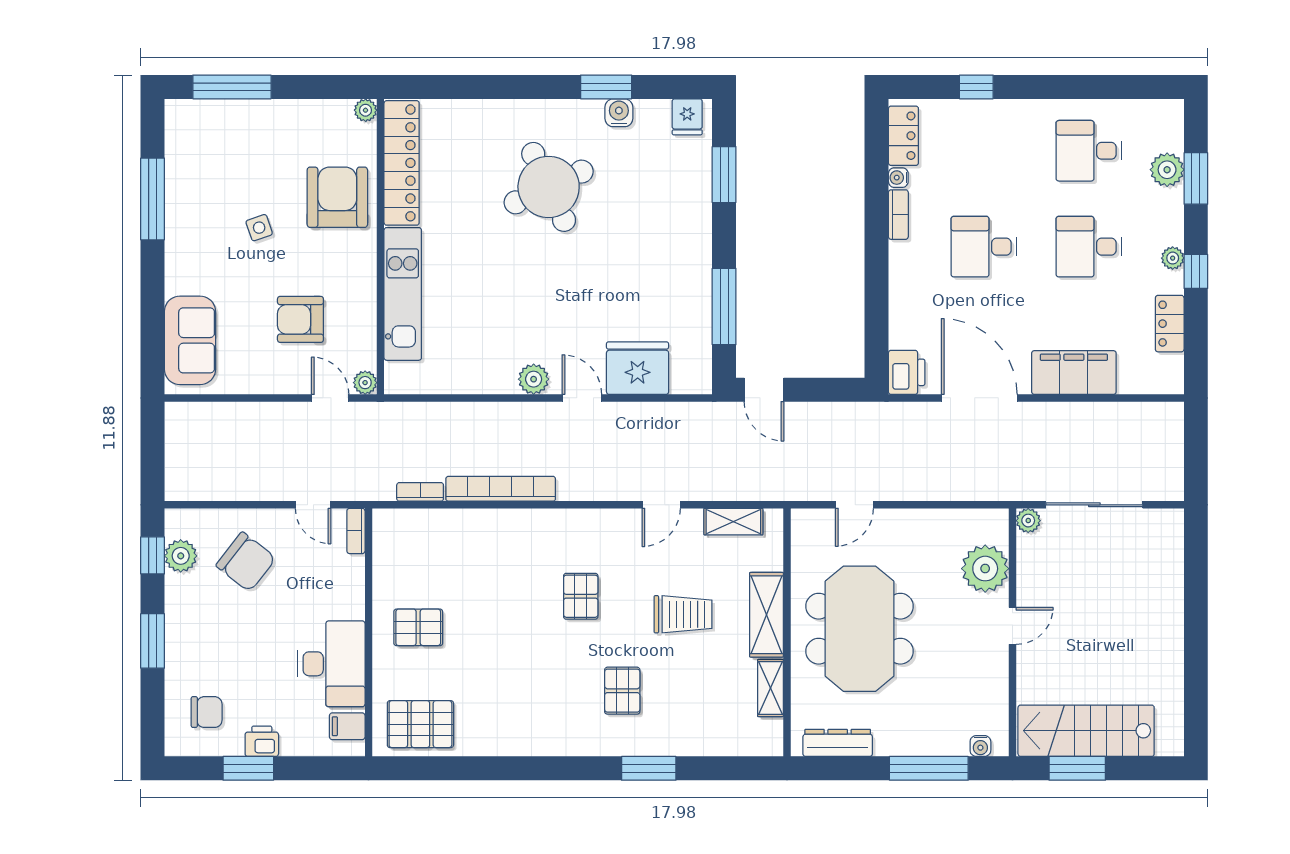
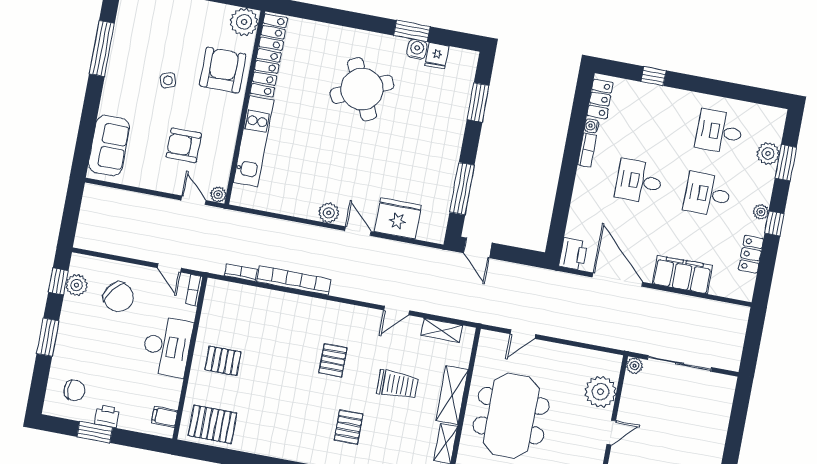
plant: (366, 110) -> (244, 22), width x1.88, depth x1.88
fridge: (687, 117) -> (437, 56), moved
desk: (331, 664) -> (167, 346), moved

